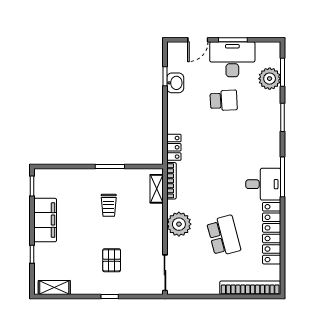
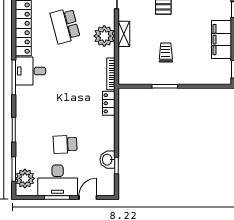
plant: (270, 79) -> (25, 178), moved
shelving: (157, 189) -> (124, 34), moved

